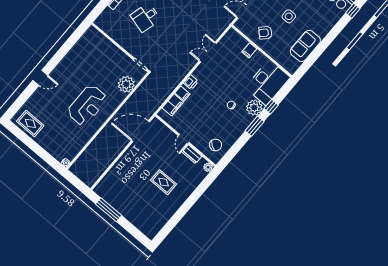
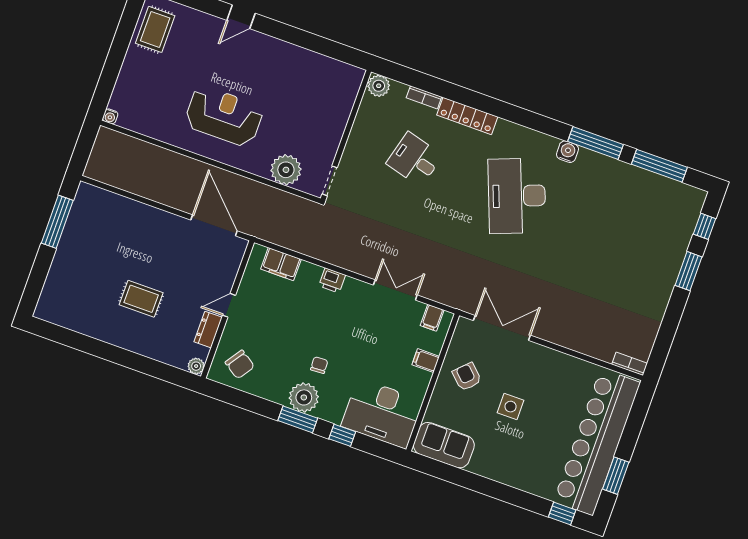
plant: (102, 21) -> (379, 86), added
sofa: (305, 46) -> (444, 445), moved
door: (40, 78) -> (241, 17), hinge flipped
filing cabinet: (182, 94) -> (432, 318), moved
reception desk: (87, 105) -> (224, 116), turned 180
plant: (254, 108) -> (304, 397), moved
rug: (164, 182) -> (141, 299), turned 90

